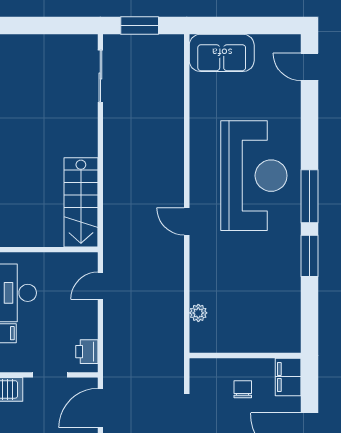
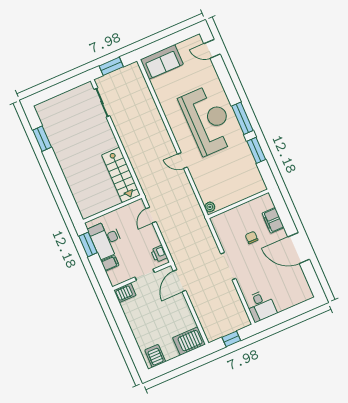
wall: (245, 355) -> (238, 204), moved

